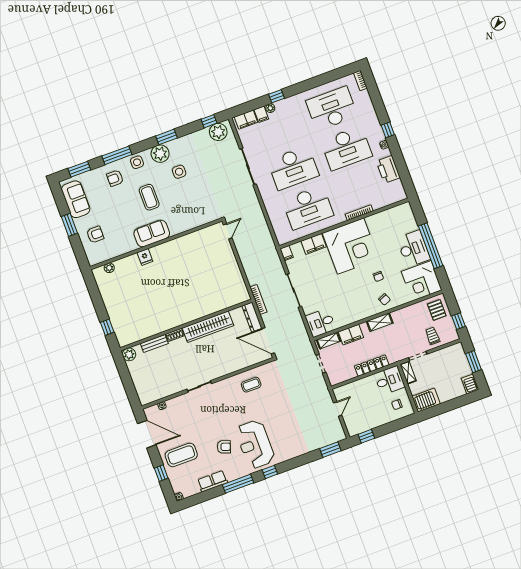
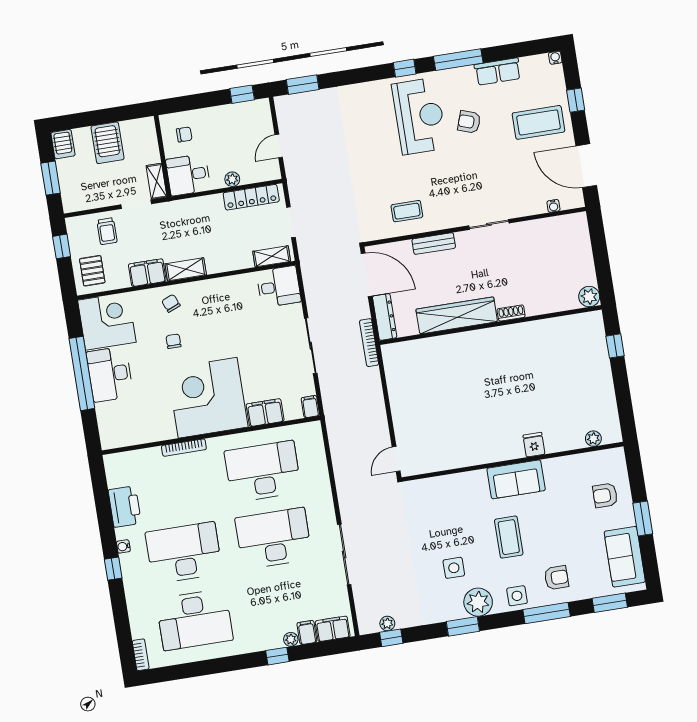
plant: (218, 132) -> (387, 623), width x0.53, depth x0.53
filing cabinet: (351, 335) -> (147, 273), moved
bench: (154, 343) -> (434, 244), moved
locker: (372, 366) -> (251, 197), moved
plant: (362, 383) -> (232, 179), added
server rack: (426, 400) -> (108, 143), moved, turned -90

